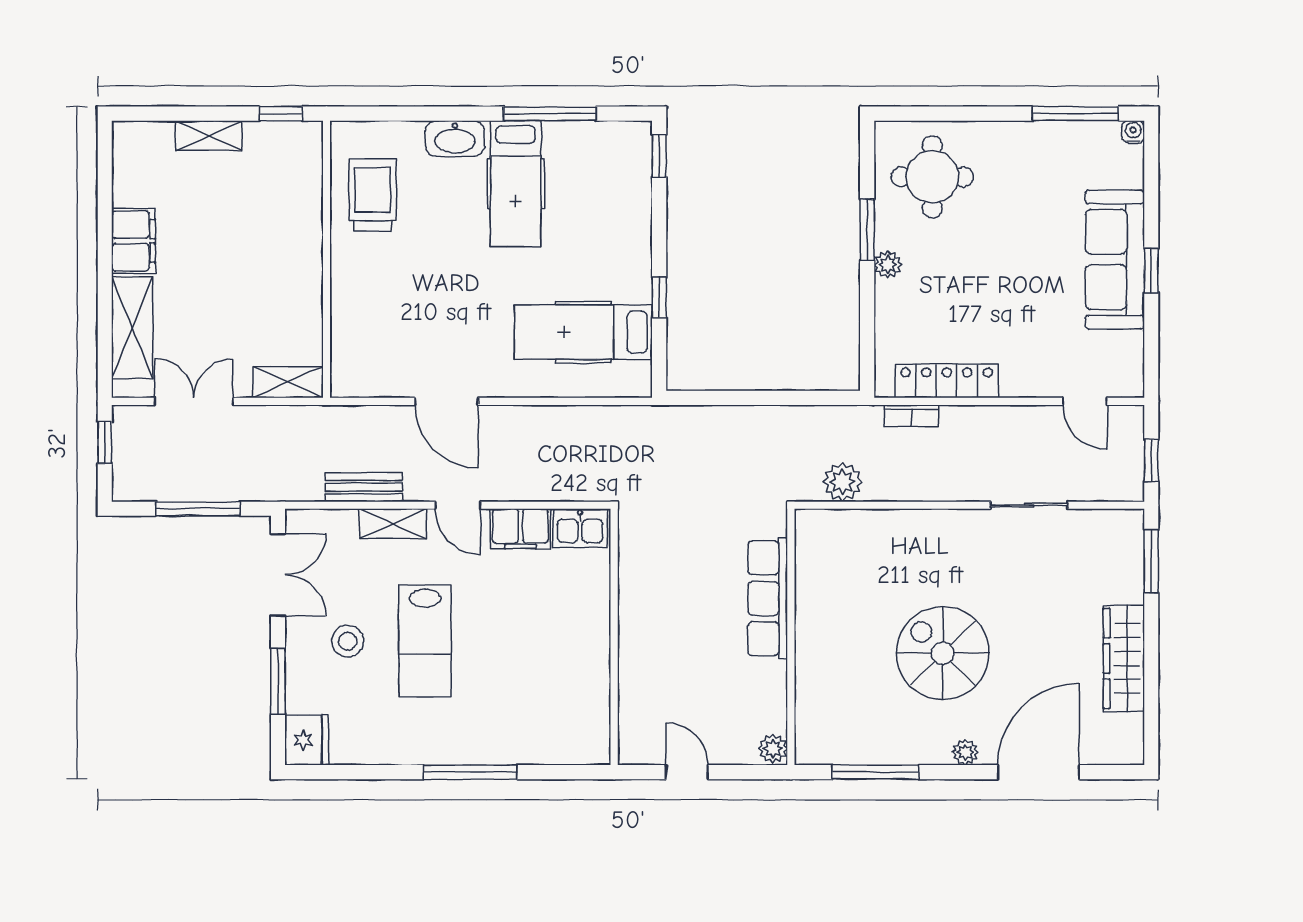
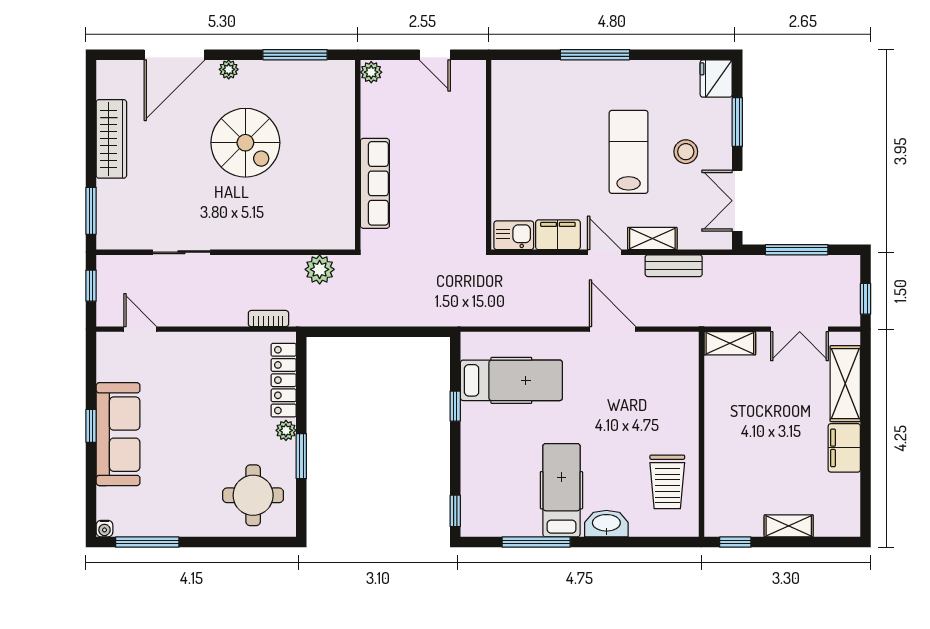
locker: (947, 381) -> (284, 380), moved, turned 90

